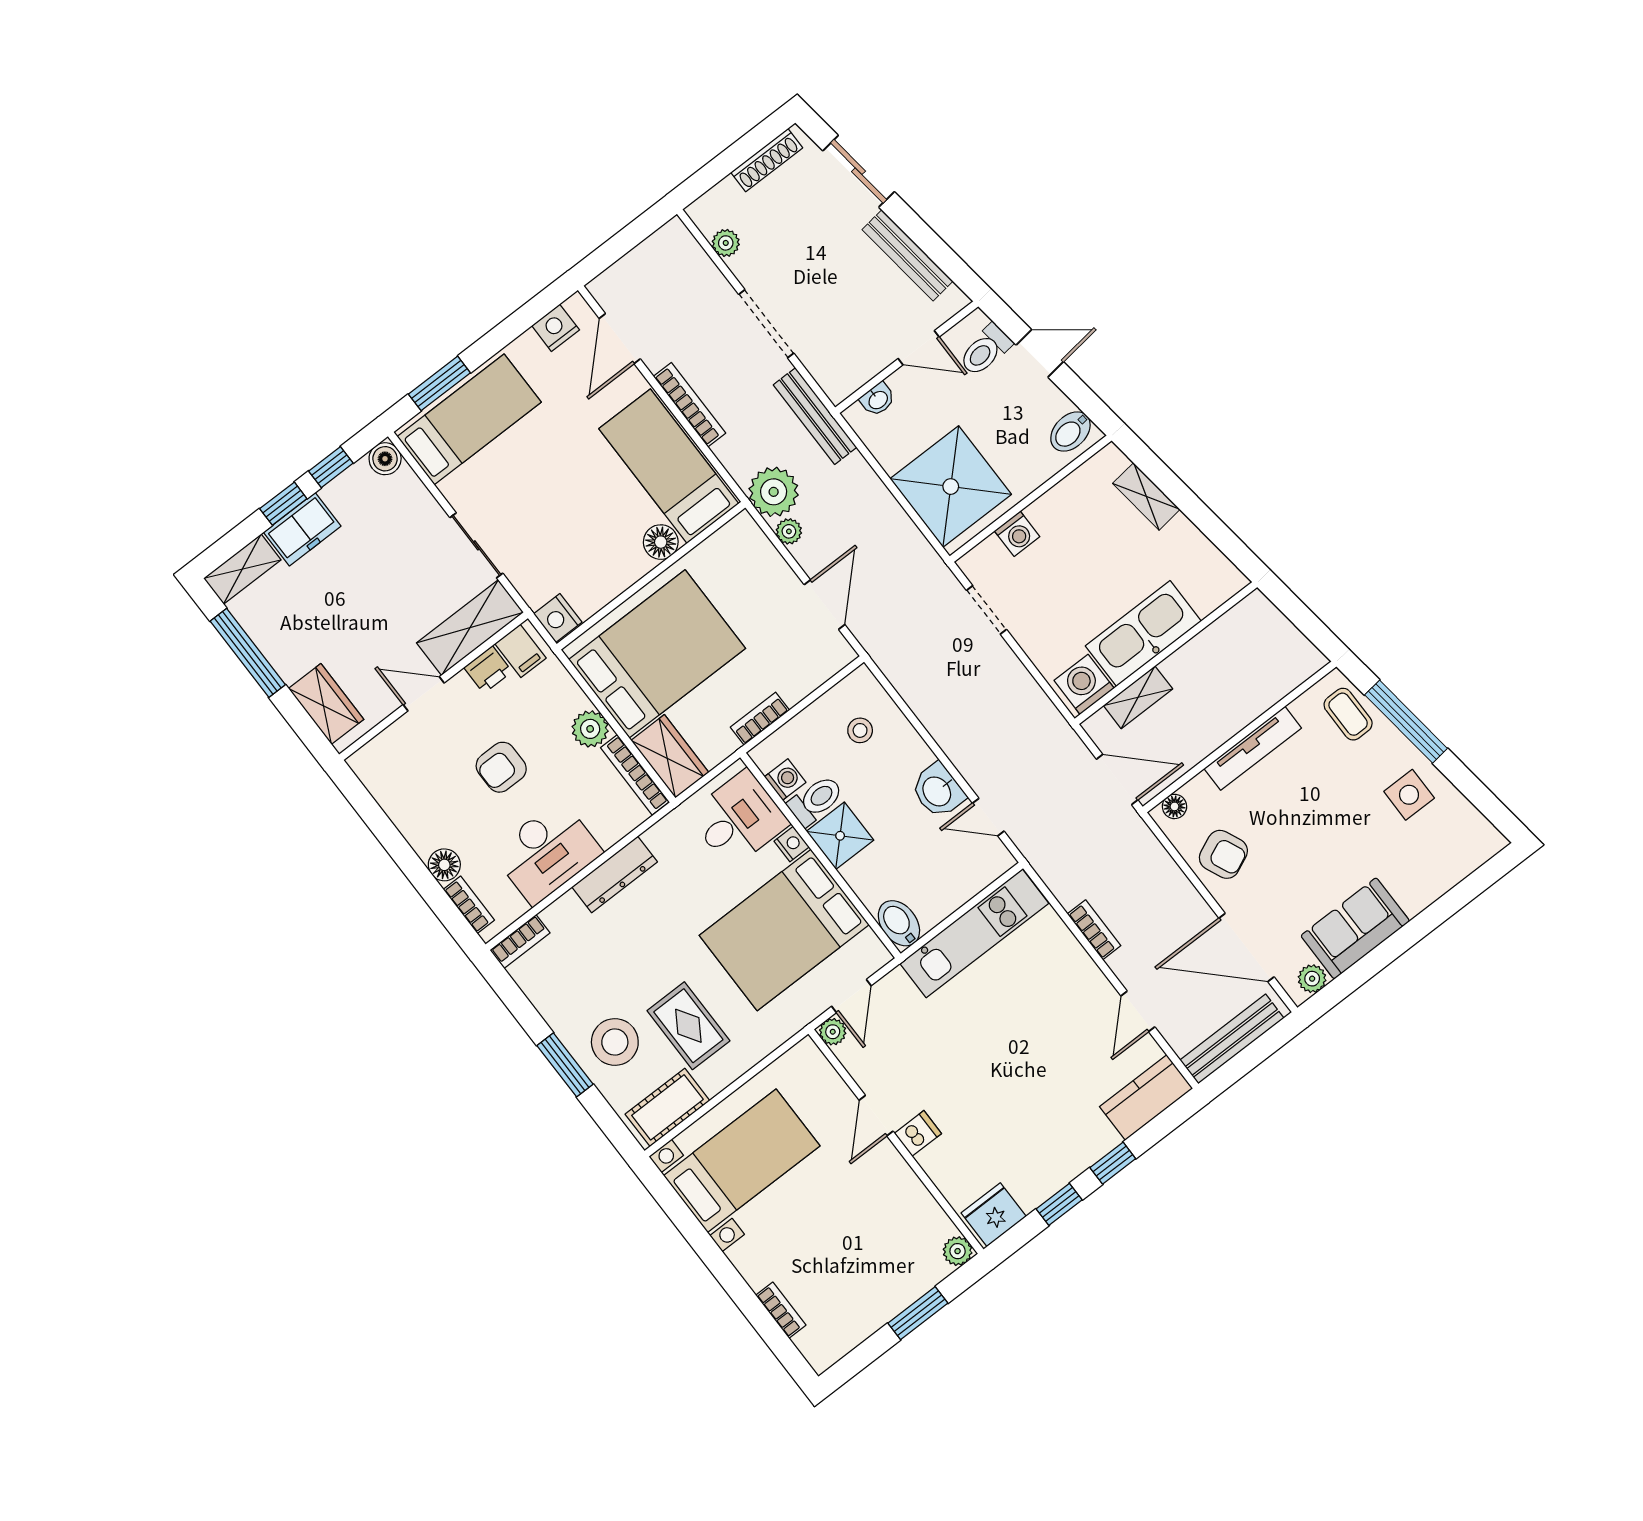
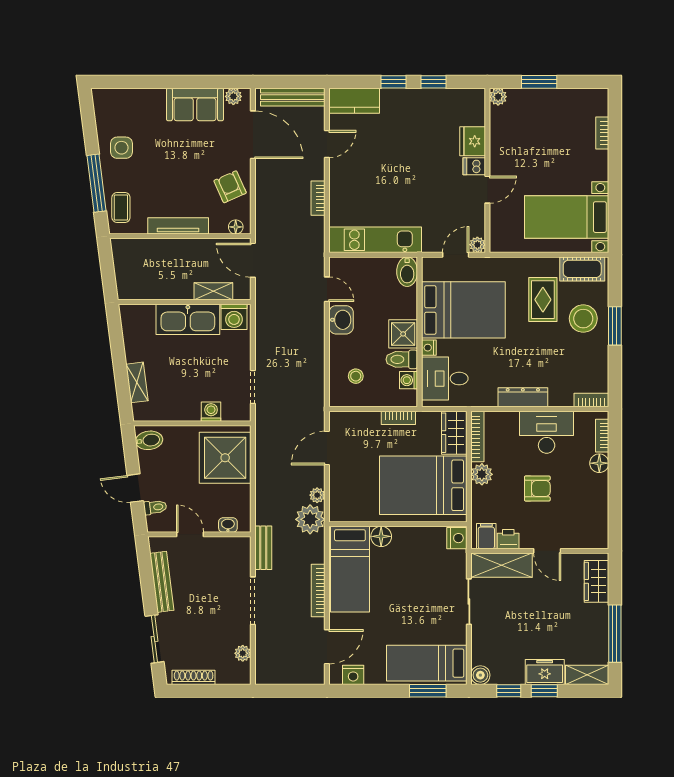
toilet: (985, 350) -> (155, 507), width x0.73, depth x0.72
bench: (815, 416) -> (263, 548), width x0.73
fridge: (994, 1215) -> (473, 141), moved, turned 90

